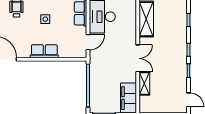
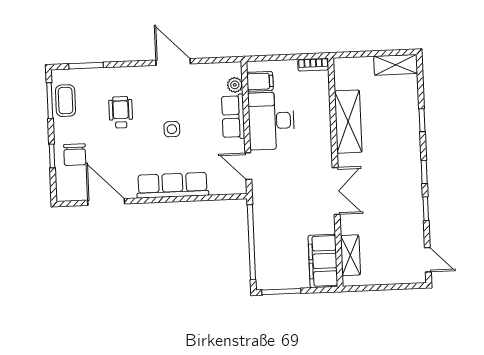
door: (88, 42) -> (248, 166), swing flipped
row of seats: (44, 51) -> (173, 185), width x1.48
shelving: (144, 83) -> (350, 255), moved

